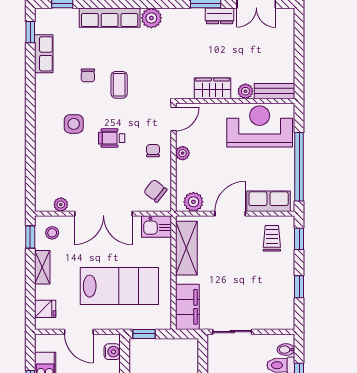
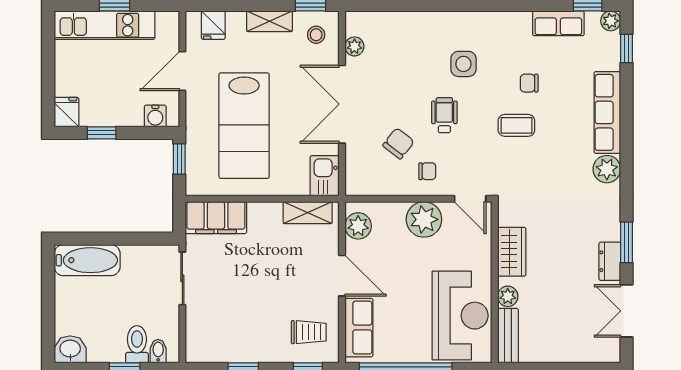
plant: (42, 15) -> (611, 21), added
plant: (183, 153) -> (424, 219), width x1.88, depth x1.88
chair: (155, 191) -> (398, 143), moved
shelving: (186, 248) -> (308, 213), width x0.67, depth x0.75

